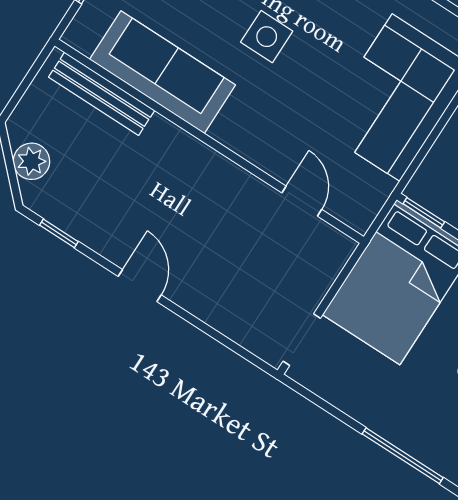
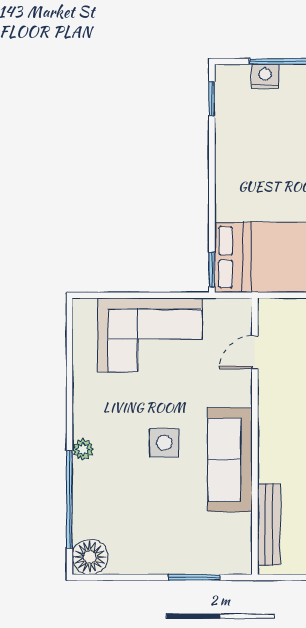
sofa: (163, 72) -> (230, 460), moved

